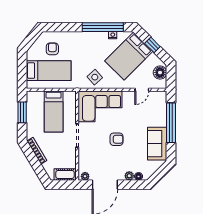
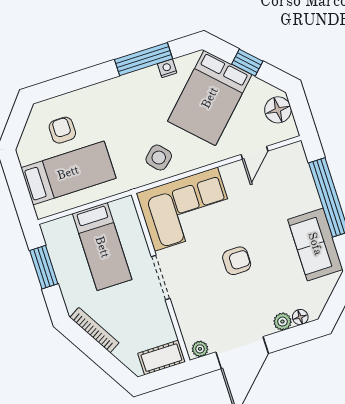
window: (103, 27) -> (144, 59), width x0.68

